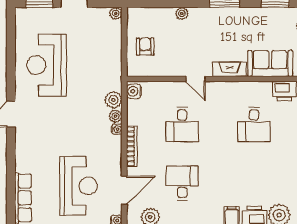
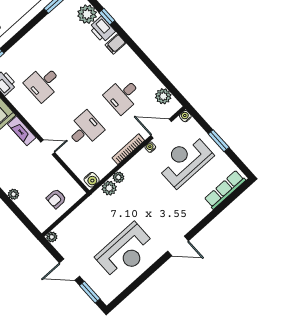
door: (196, 79) -> (48, 147), hinge flipped
desk: (254, 124) -> (43, 83), turned 180
water cooler: (117, 129) -> (150, 147), moved

